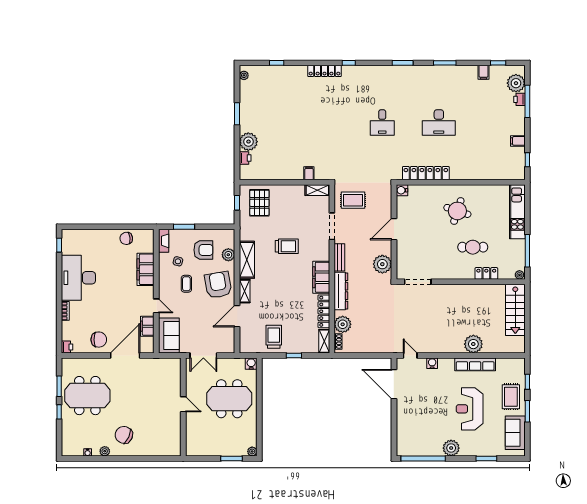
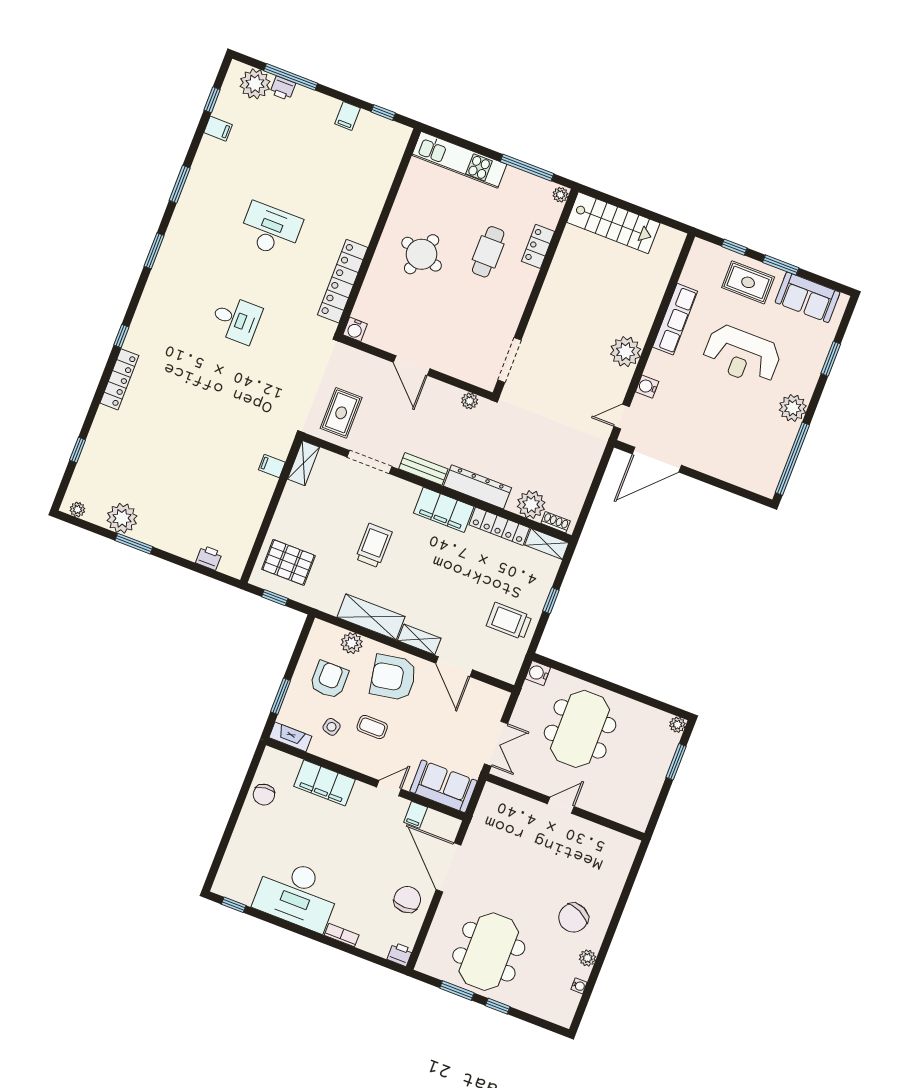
desk: (439, 123) -> (270, 230), turned -90
plant: (248, 142) -> (122, 518), moved
plant: (382, 264) -> (470, 401), width x0.53, depth x0.53
filing cabinet: (147, 326) -> (416, 815), width x0.50
plant: (473, 344) -> (626, 352), moved

